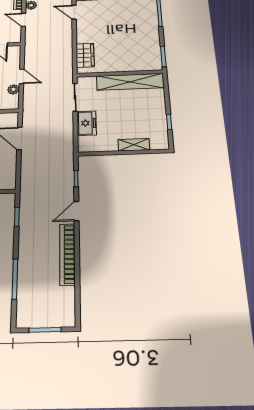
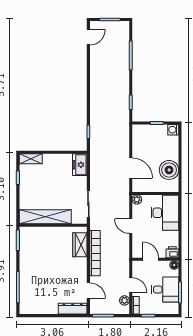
plant: (13, 89) -> (137, 200), moved
freezer: (87, 123) -> (80, 165), moved
shelving: (134, 145) -> (31, 159), moved
door: (76, 211) -> (88, 37), moved
bookcase: (67, 254) -> (95, 253), moved

